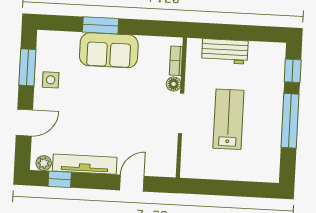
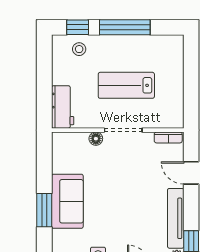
workbench: (225, 51) -> (63, 107), moved
bookcase: (176, 61) -> (168, 137), moved
stool: (269, 71) -> (79, 49), added

